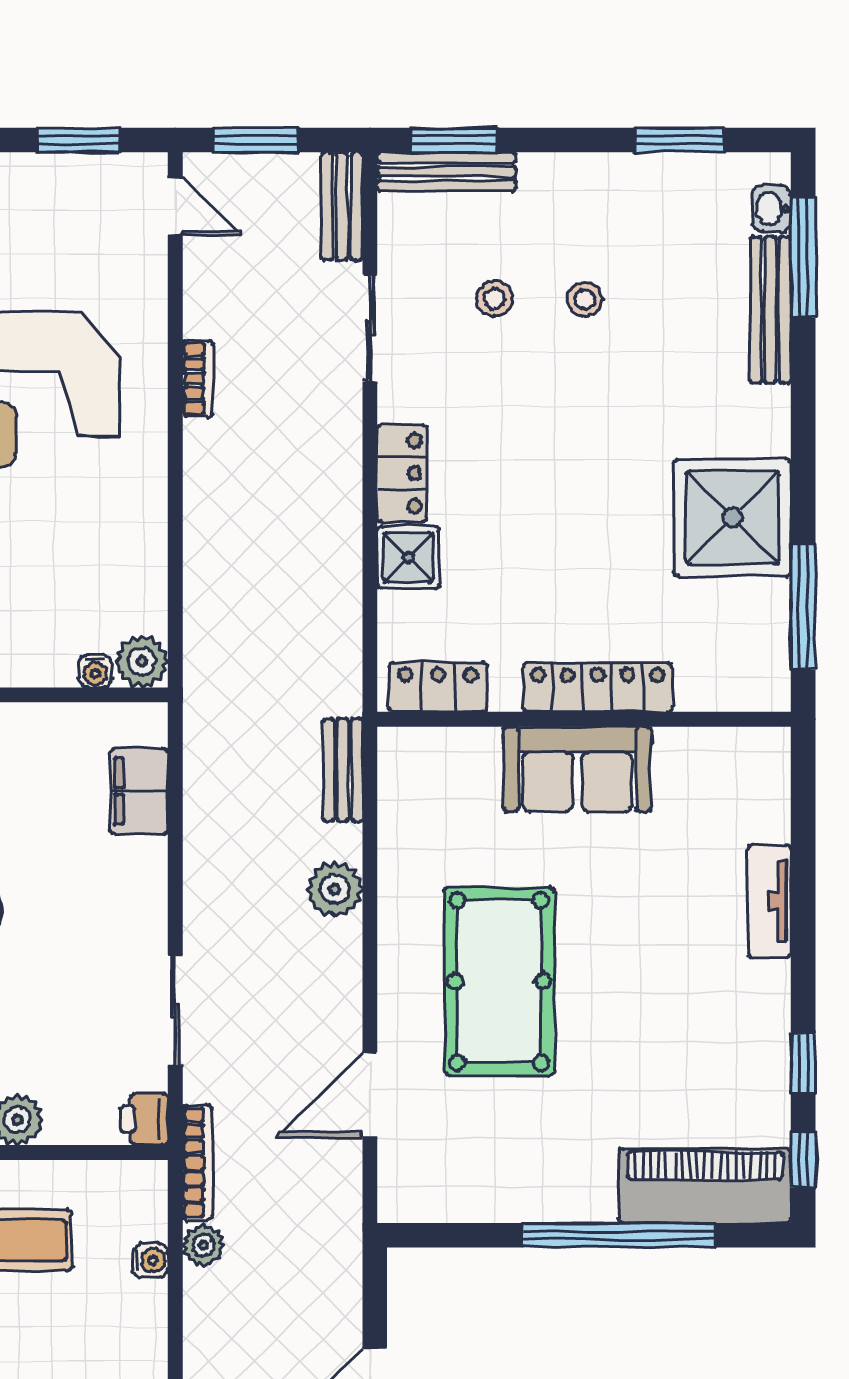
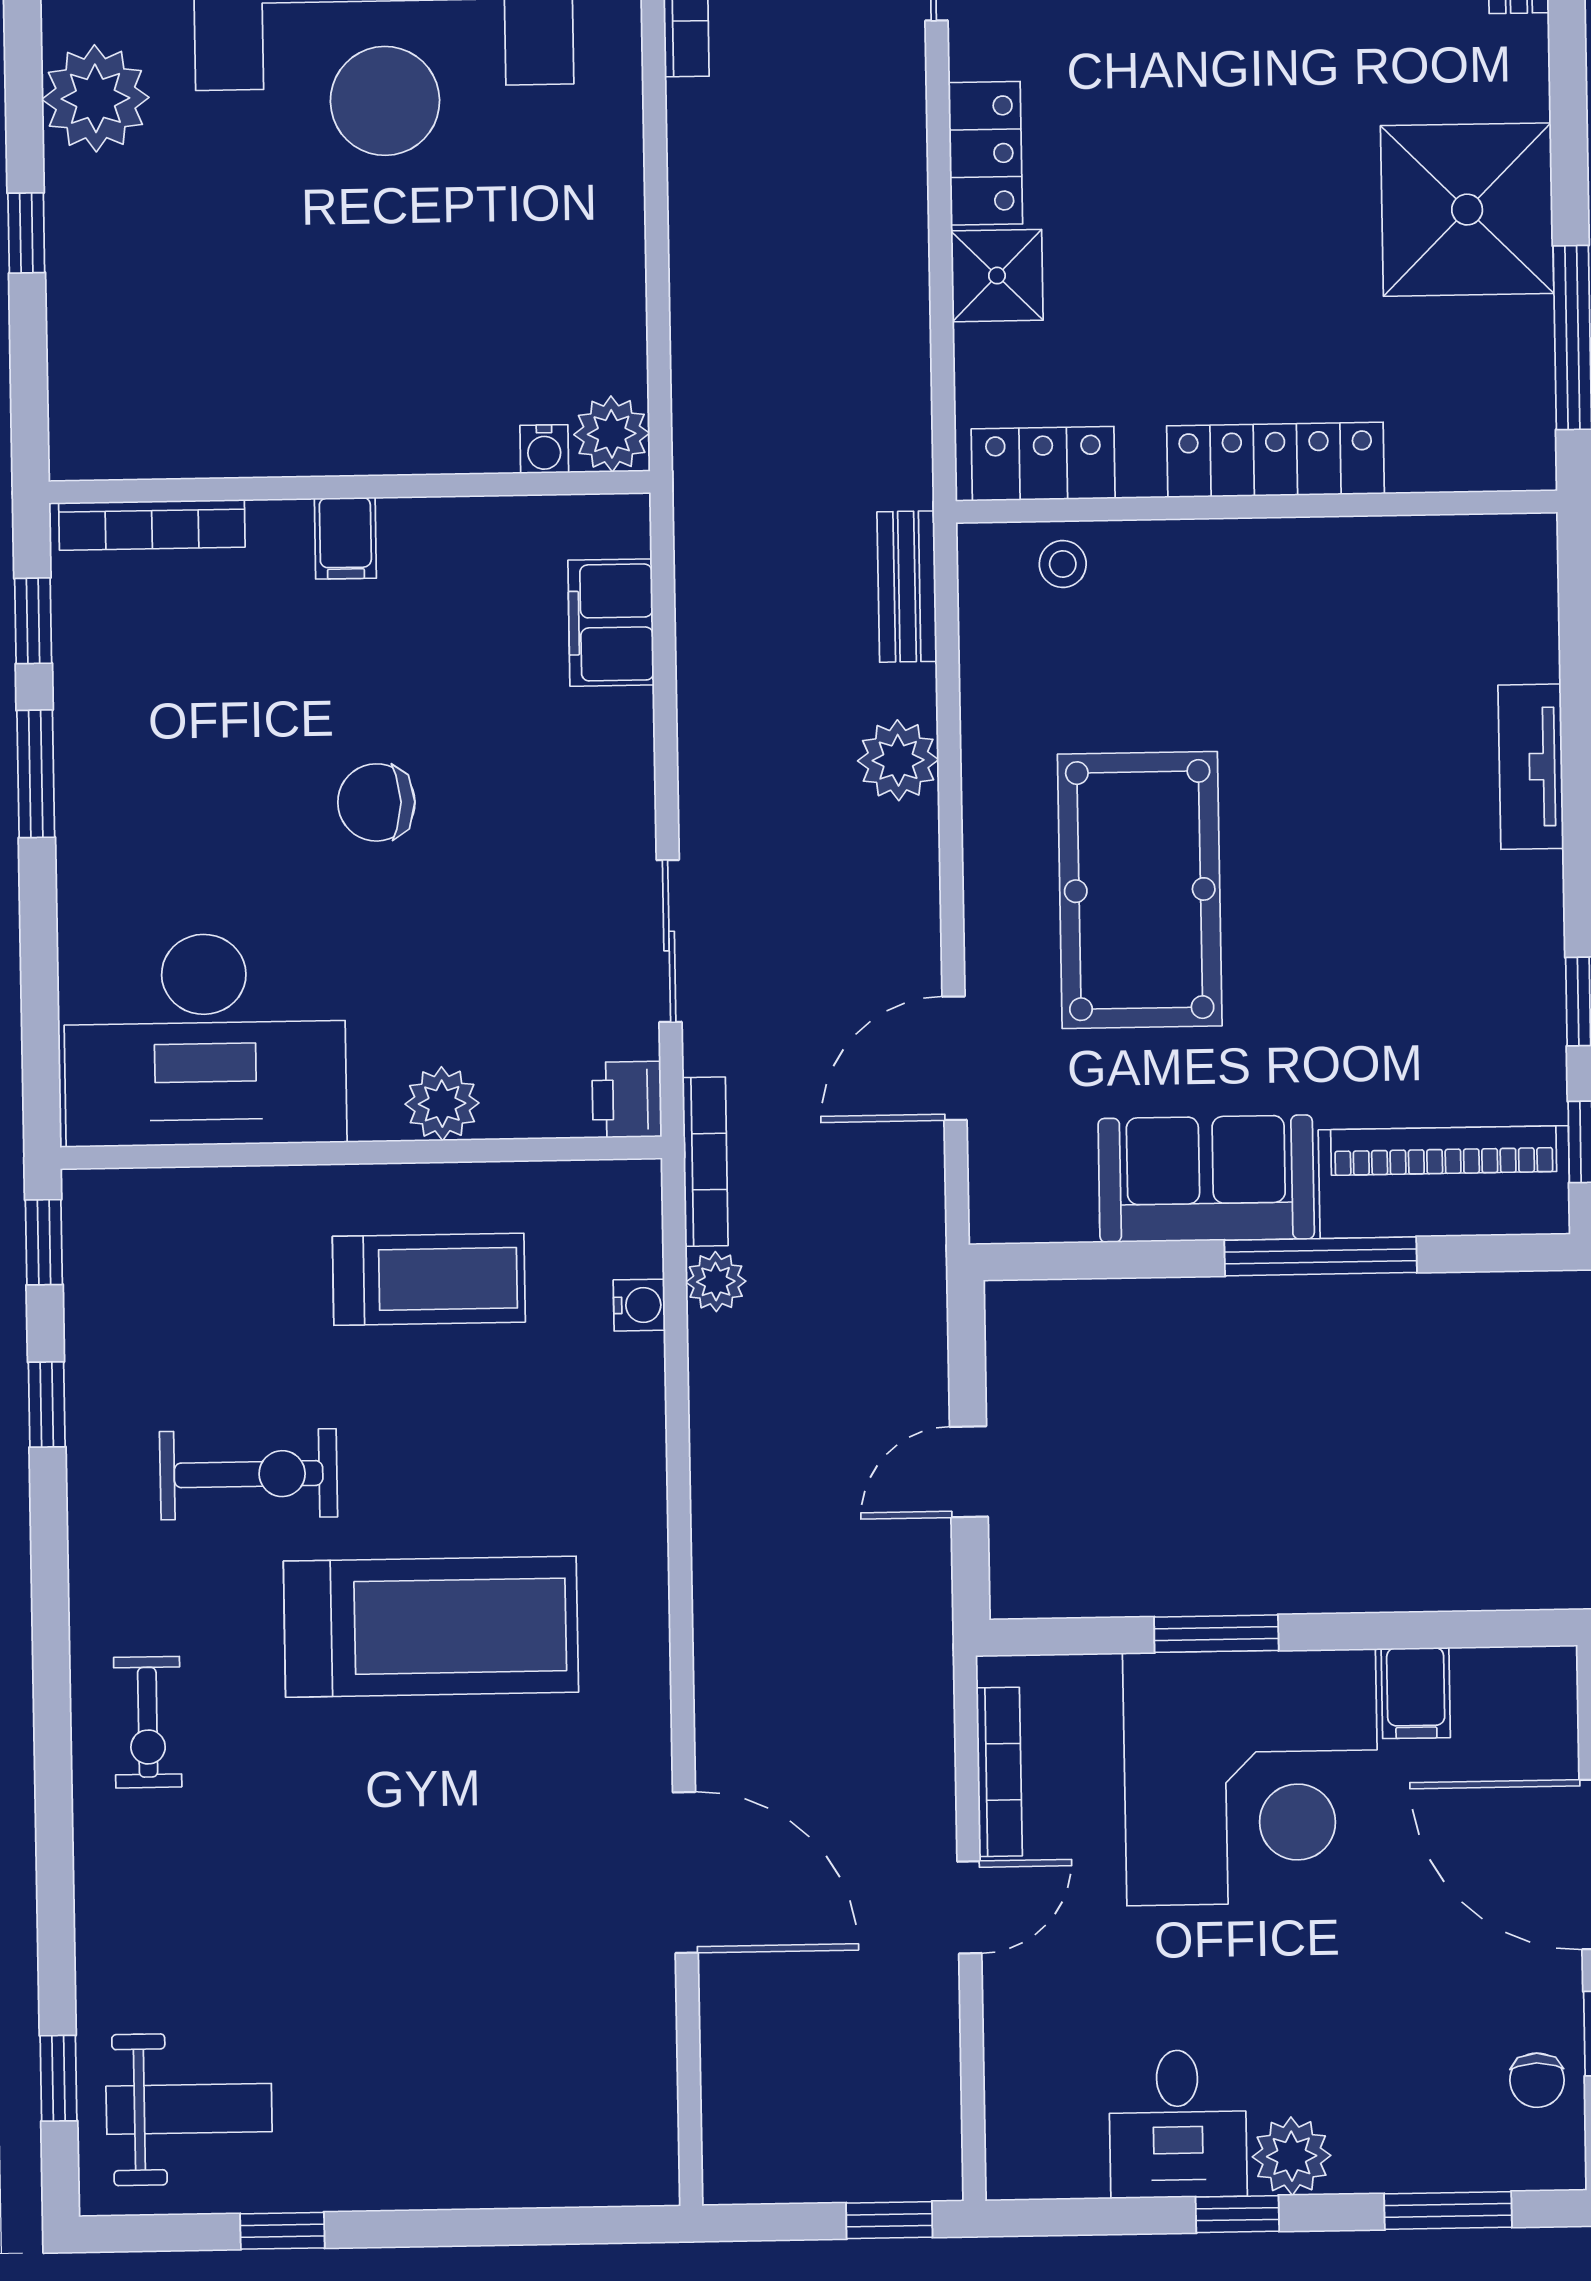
stool: (450, 756) -> (1063, 564), added
sofa: (577, 769) -> (1206, 1179), moved, turned 180
window: (619, 1235) -> (1321, 1256), width x0.68

